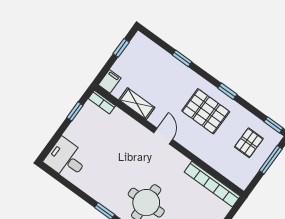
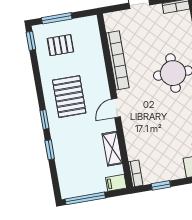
window: (121, 48) -> (85, 198), width x2.17
window: (227, 91) -> (45, 119), moved
bookcase: (212, 184) -> (118, 60), moved

